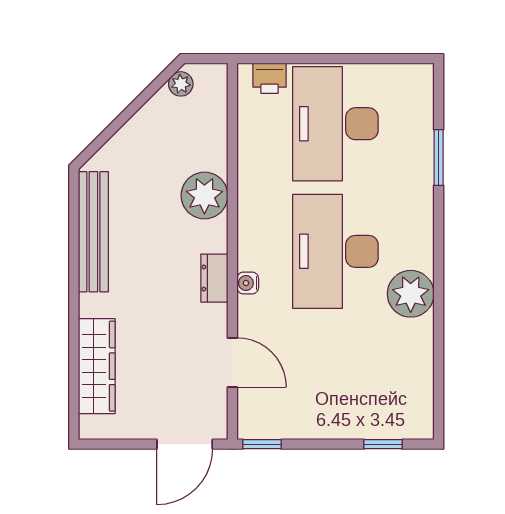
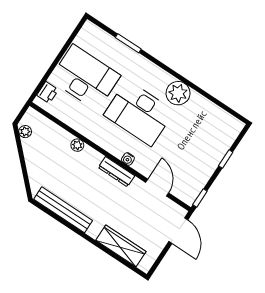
desk: (335, 124) -> (85, 77), turned 180
plant: (204, 195) -> (77, 145), width x0.53, depth x0.53
dresser: (214, 278) -> (116, 172), width x1.44
door: (232, 363) -> (157, 188), hinge flipped
window: (383, 444) -> (226, 159), moved

